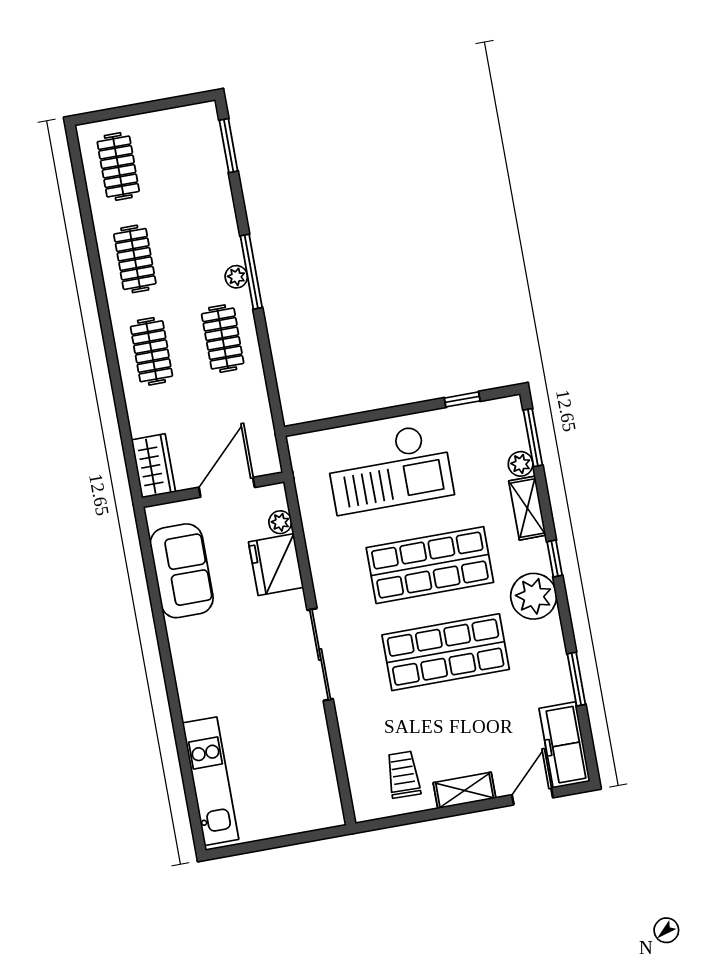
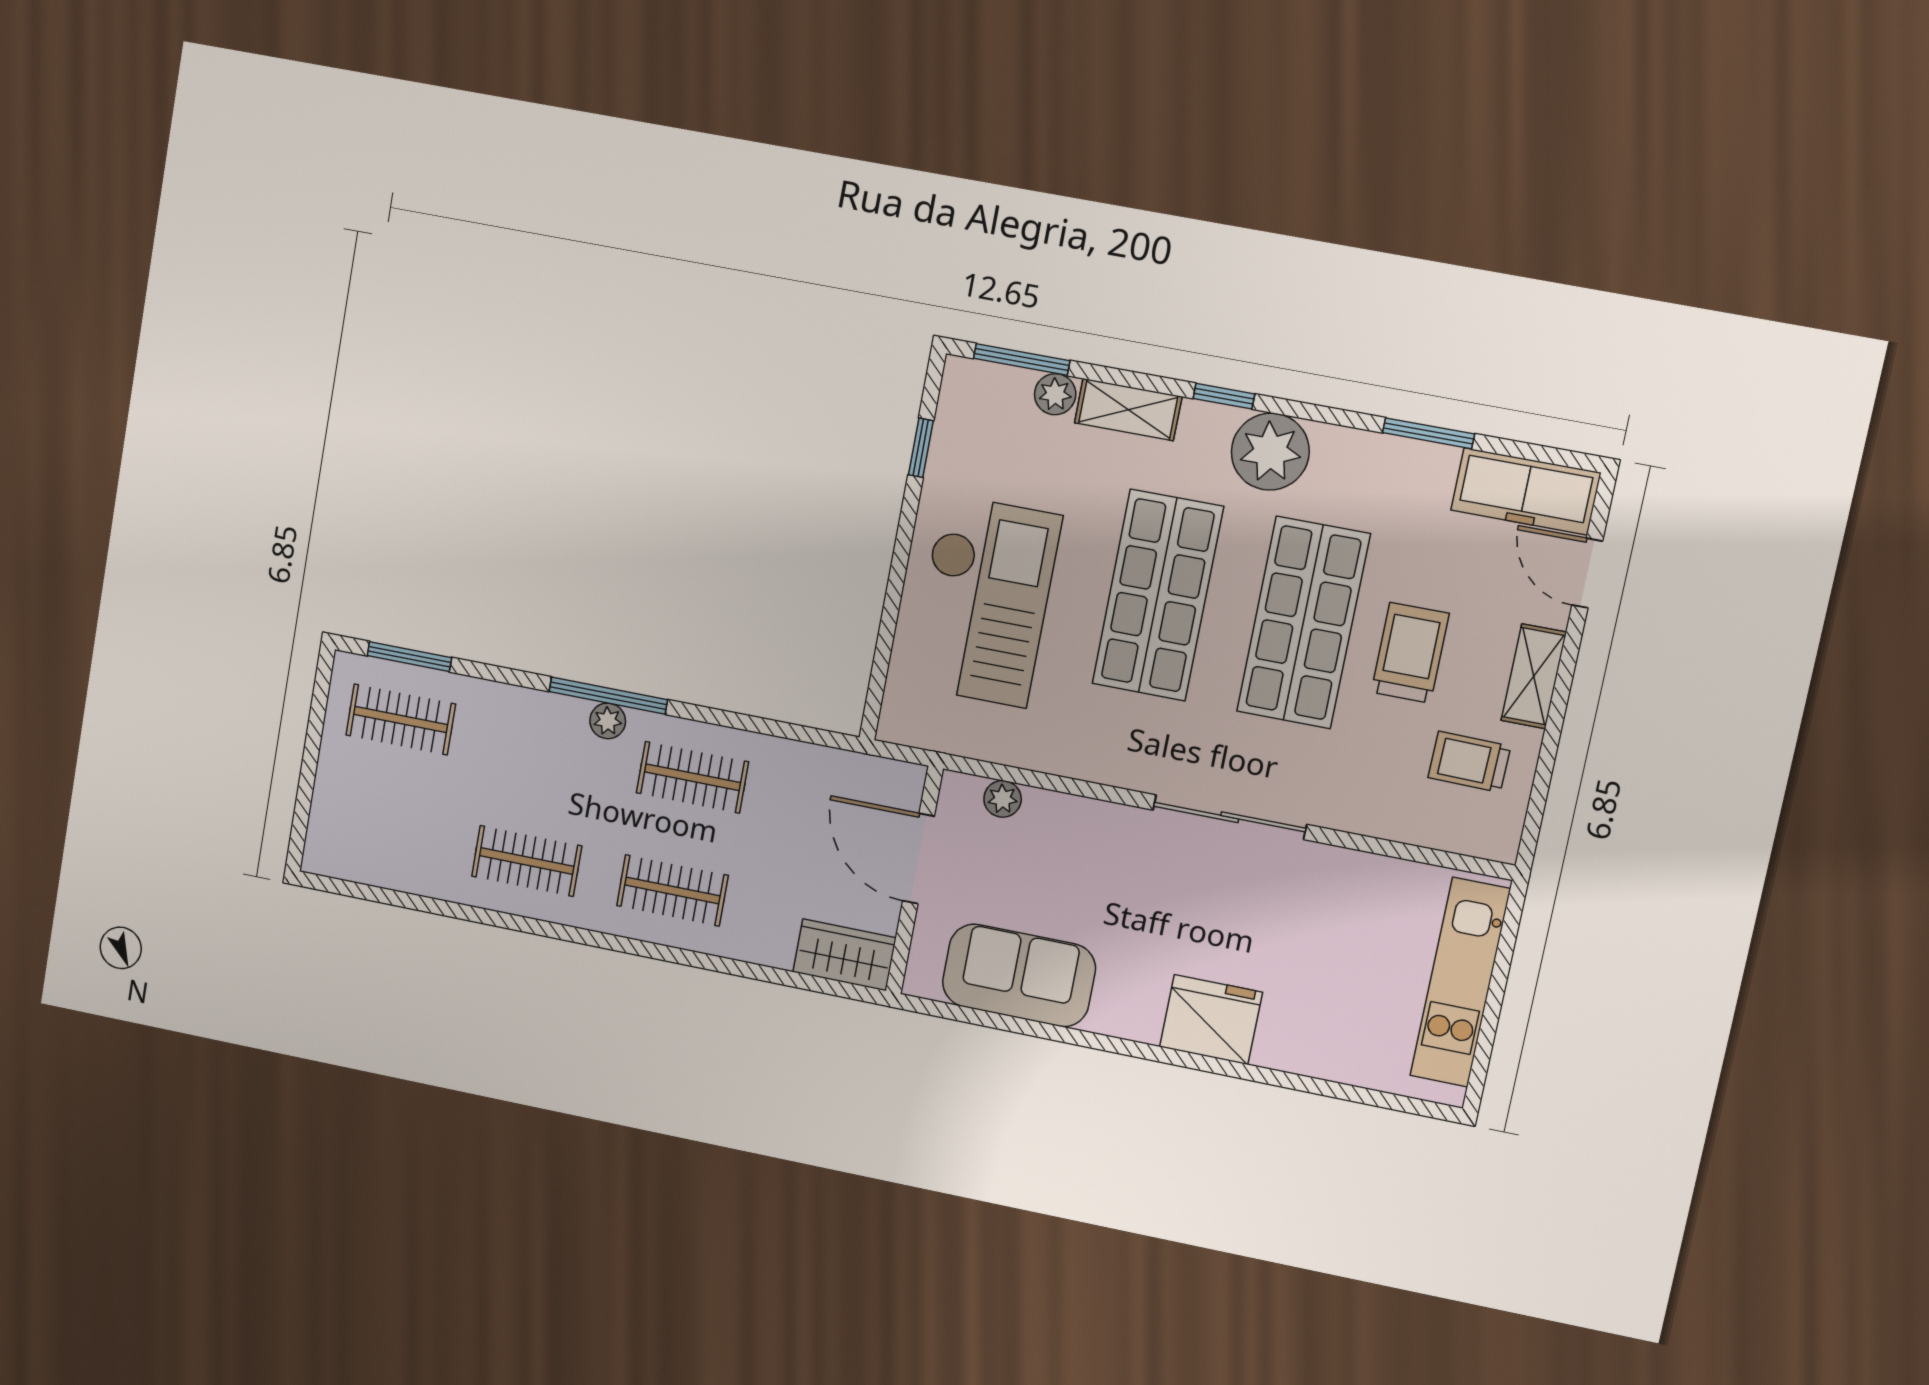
clothes rail: (118, 167) -> (401, 720), moved
fridge: (276, 565) -> (1211, 1020), moved, turned 180
trolley: (451, 718) -> (1410, 653), added
kitchen unit: (211, 781) -> (1460, 982), moved, turned -90

